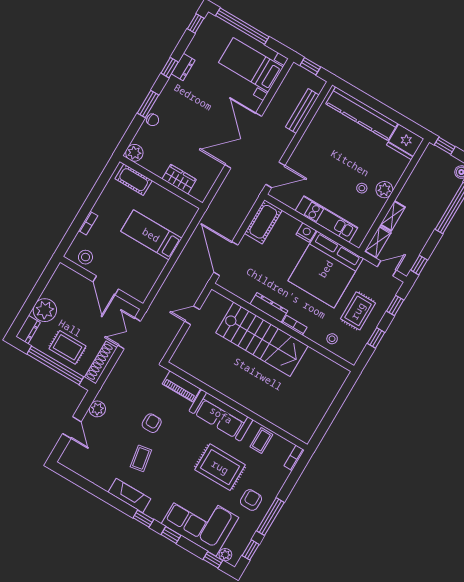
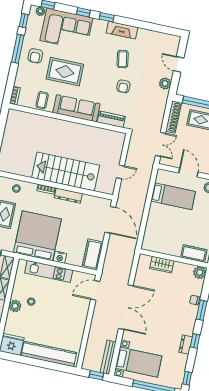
bench: (302, 111) -> (108, 357), moved
bed: (151, 235) -> (173, 196), moved

